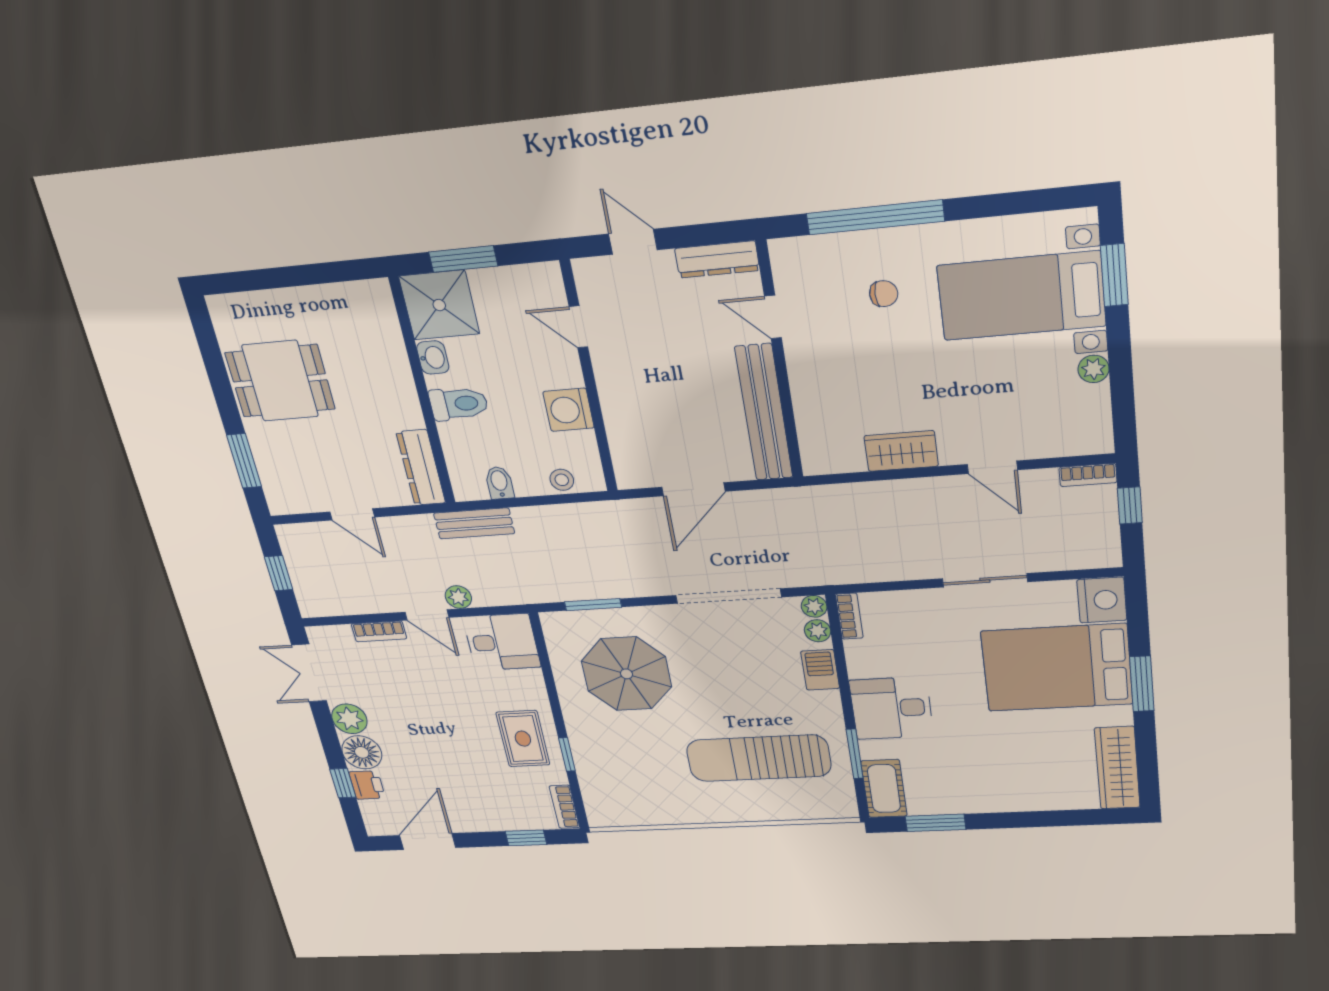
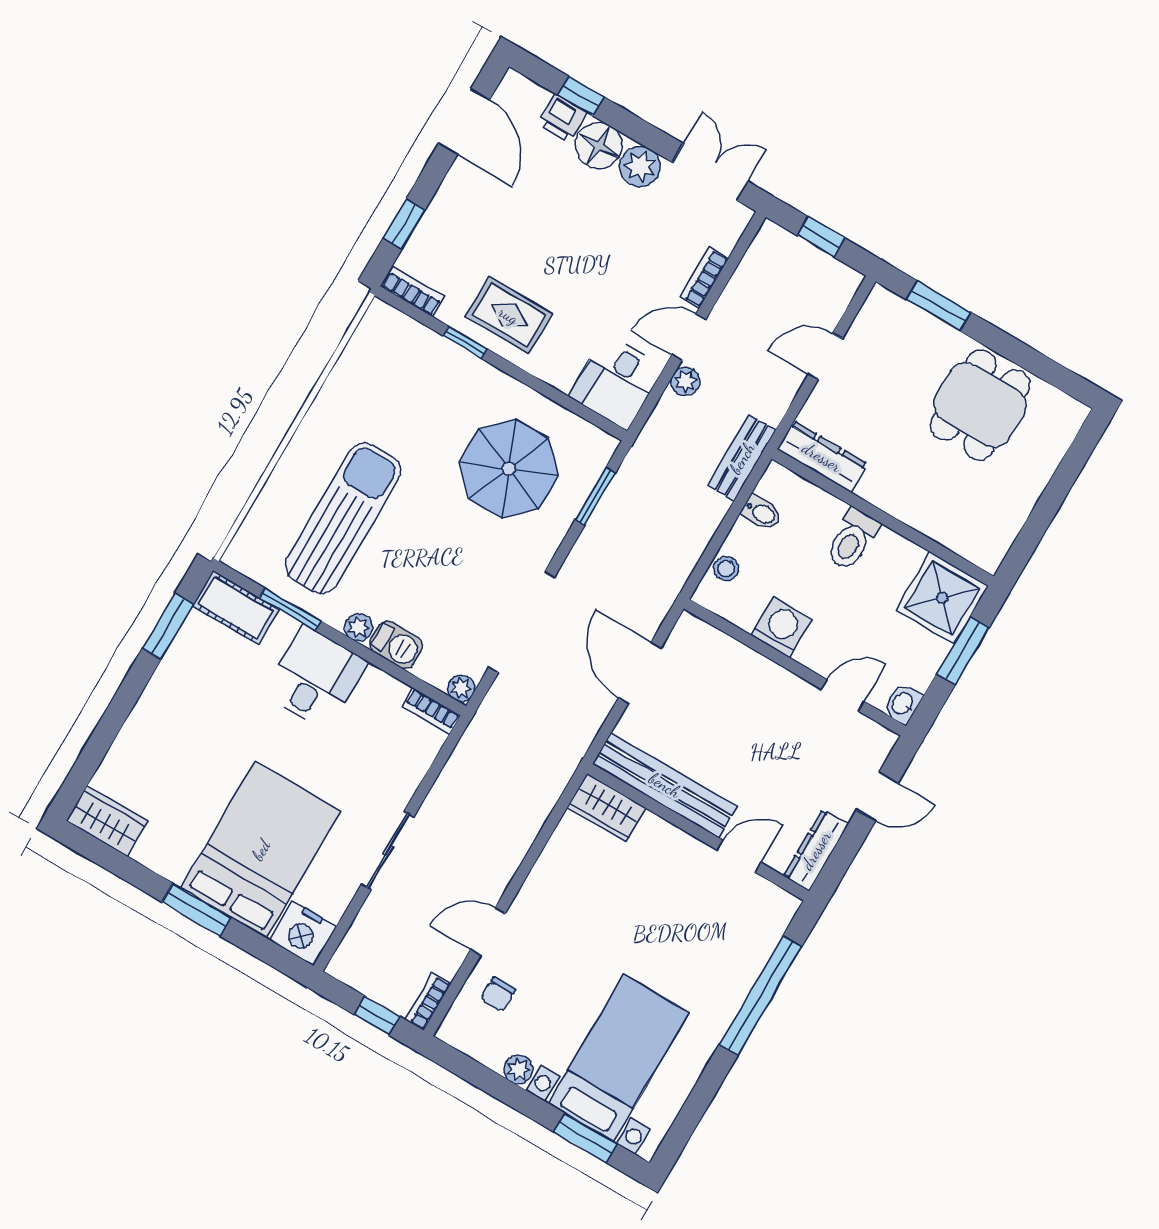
chair: (884, 294) -> (498, 994), moved
washbasin: (433, 358) -> (903, 704), moved, turned 90
wardrobe: (901, 451) -> (607, 808), moved, turned 90
plant: (818, 631) -> (359, 627), moved
wardrobe: (1117, 768) -> (107, 821), width x0.67

